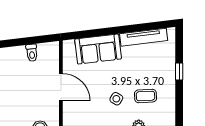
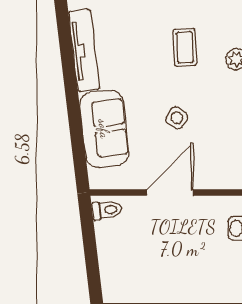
toilet: (32, 53) -> (107, 210), moved
side table: (116, 99) -> (177, 118), moved

